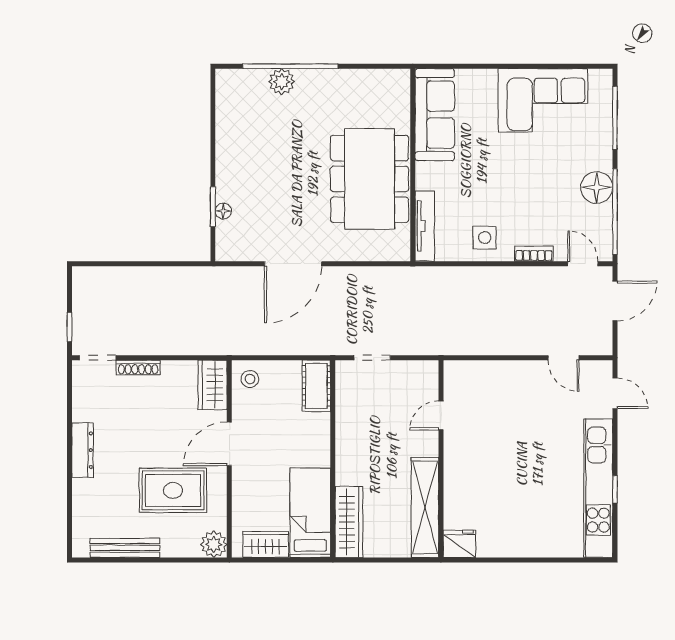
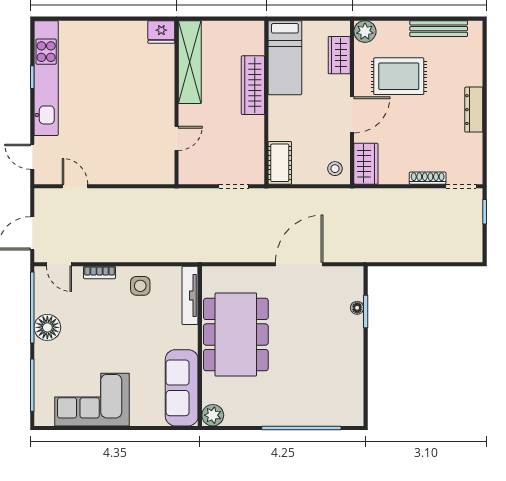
plant: (282, 82) -> (213, 415), moved
wardrobe: (349, 522) -> (253, 85), moved
wardrobe: (266, 544) -> (339, 55), moved, turned 90

